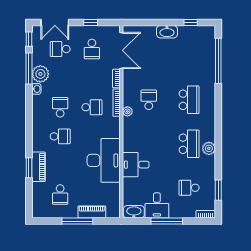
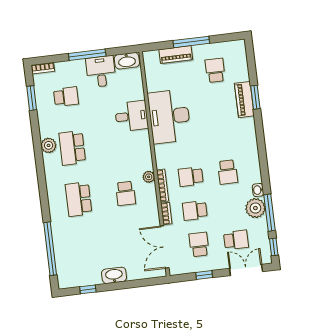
school desk: (60, 136) -> (195, 211), moved

